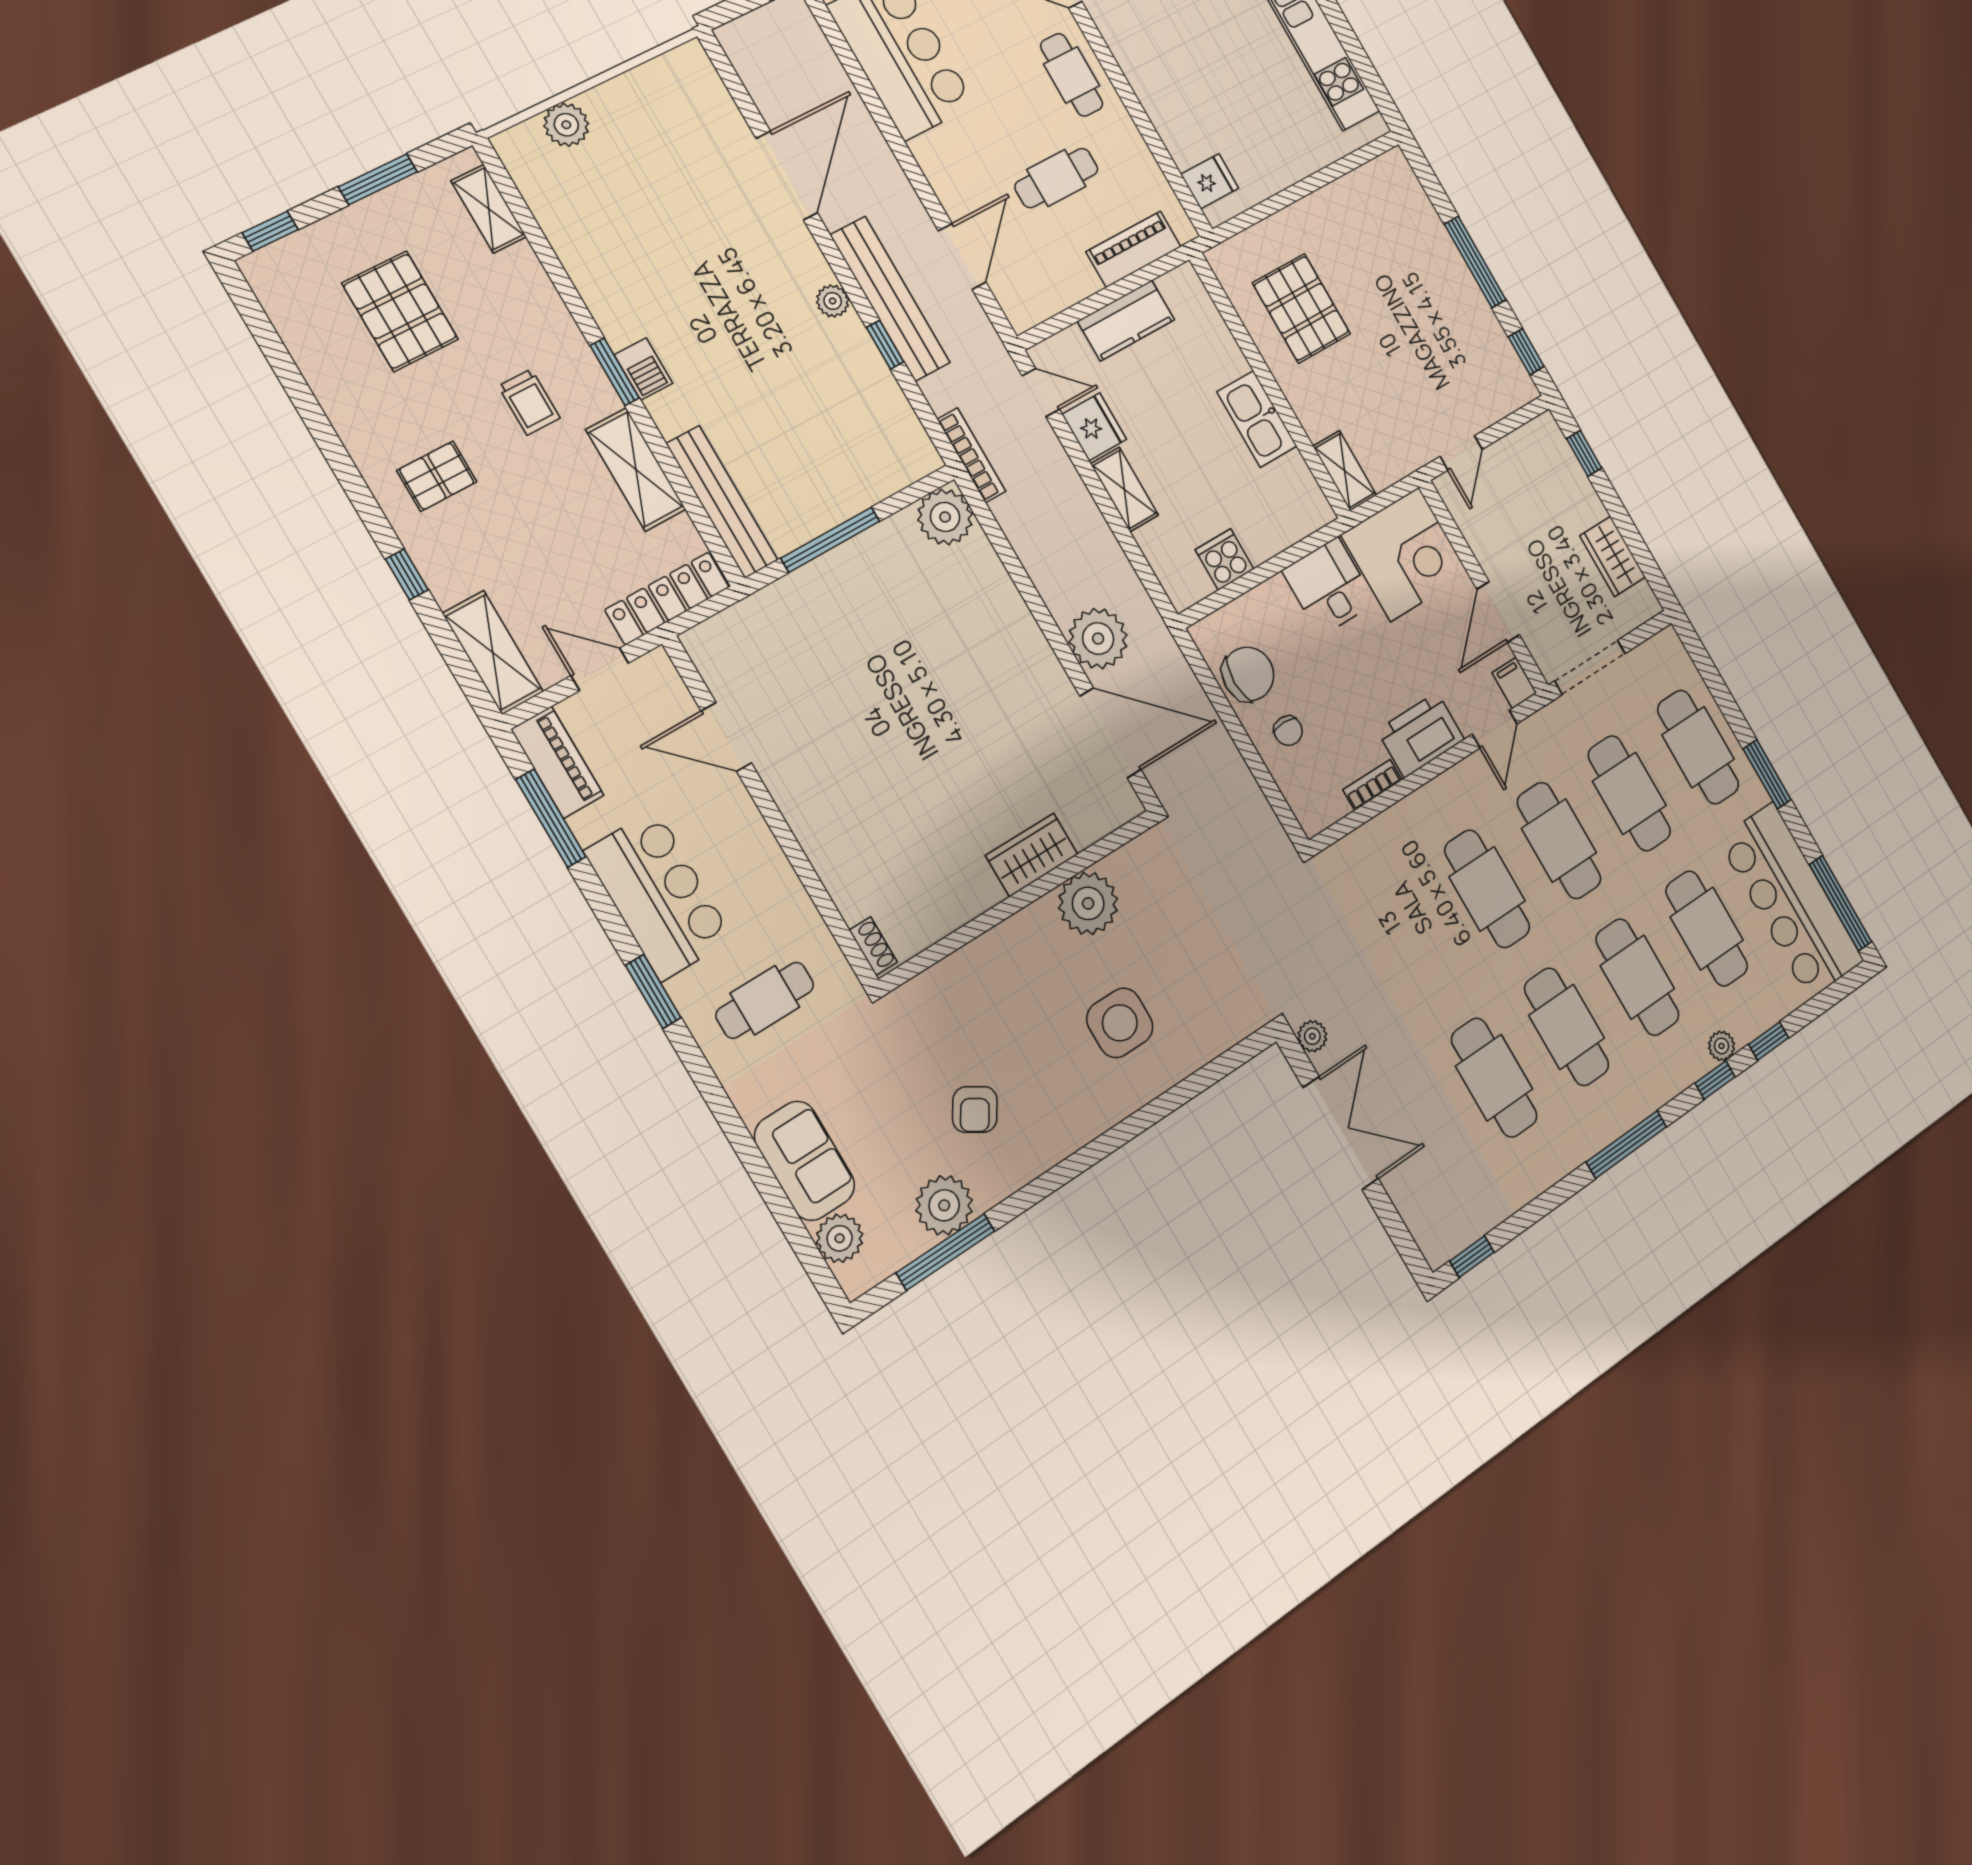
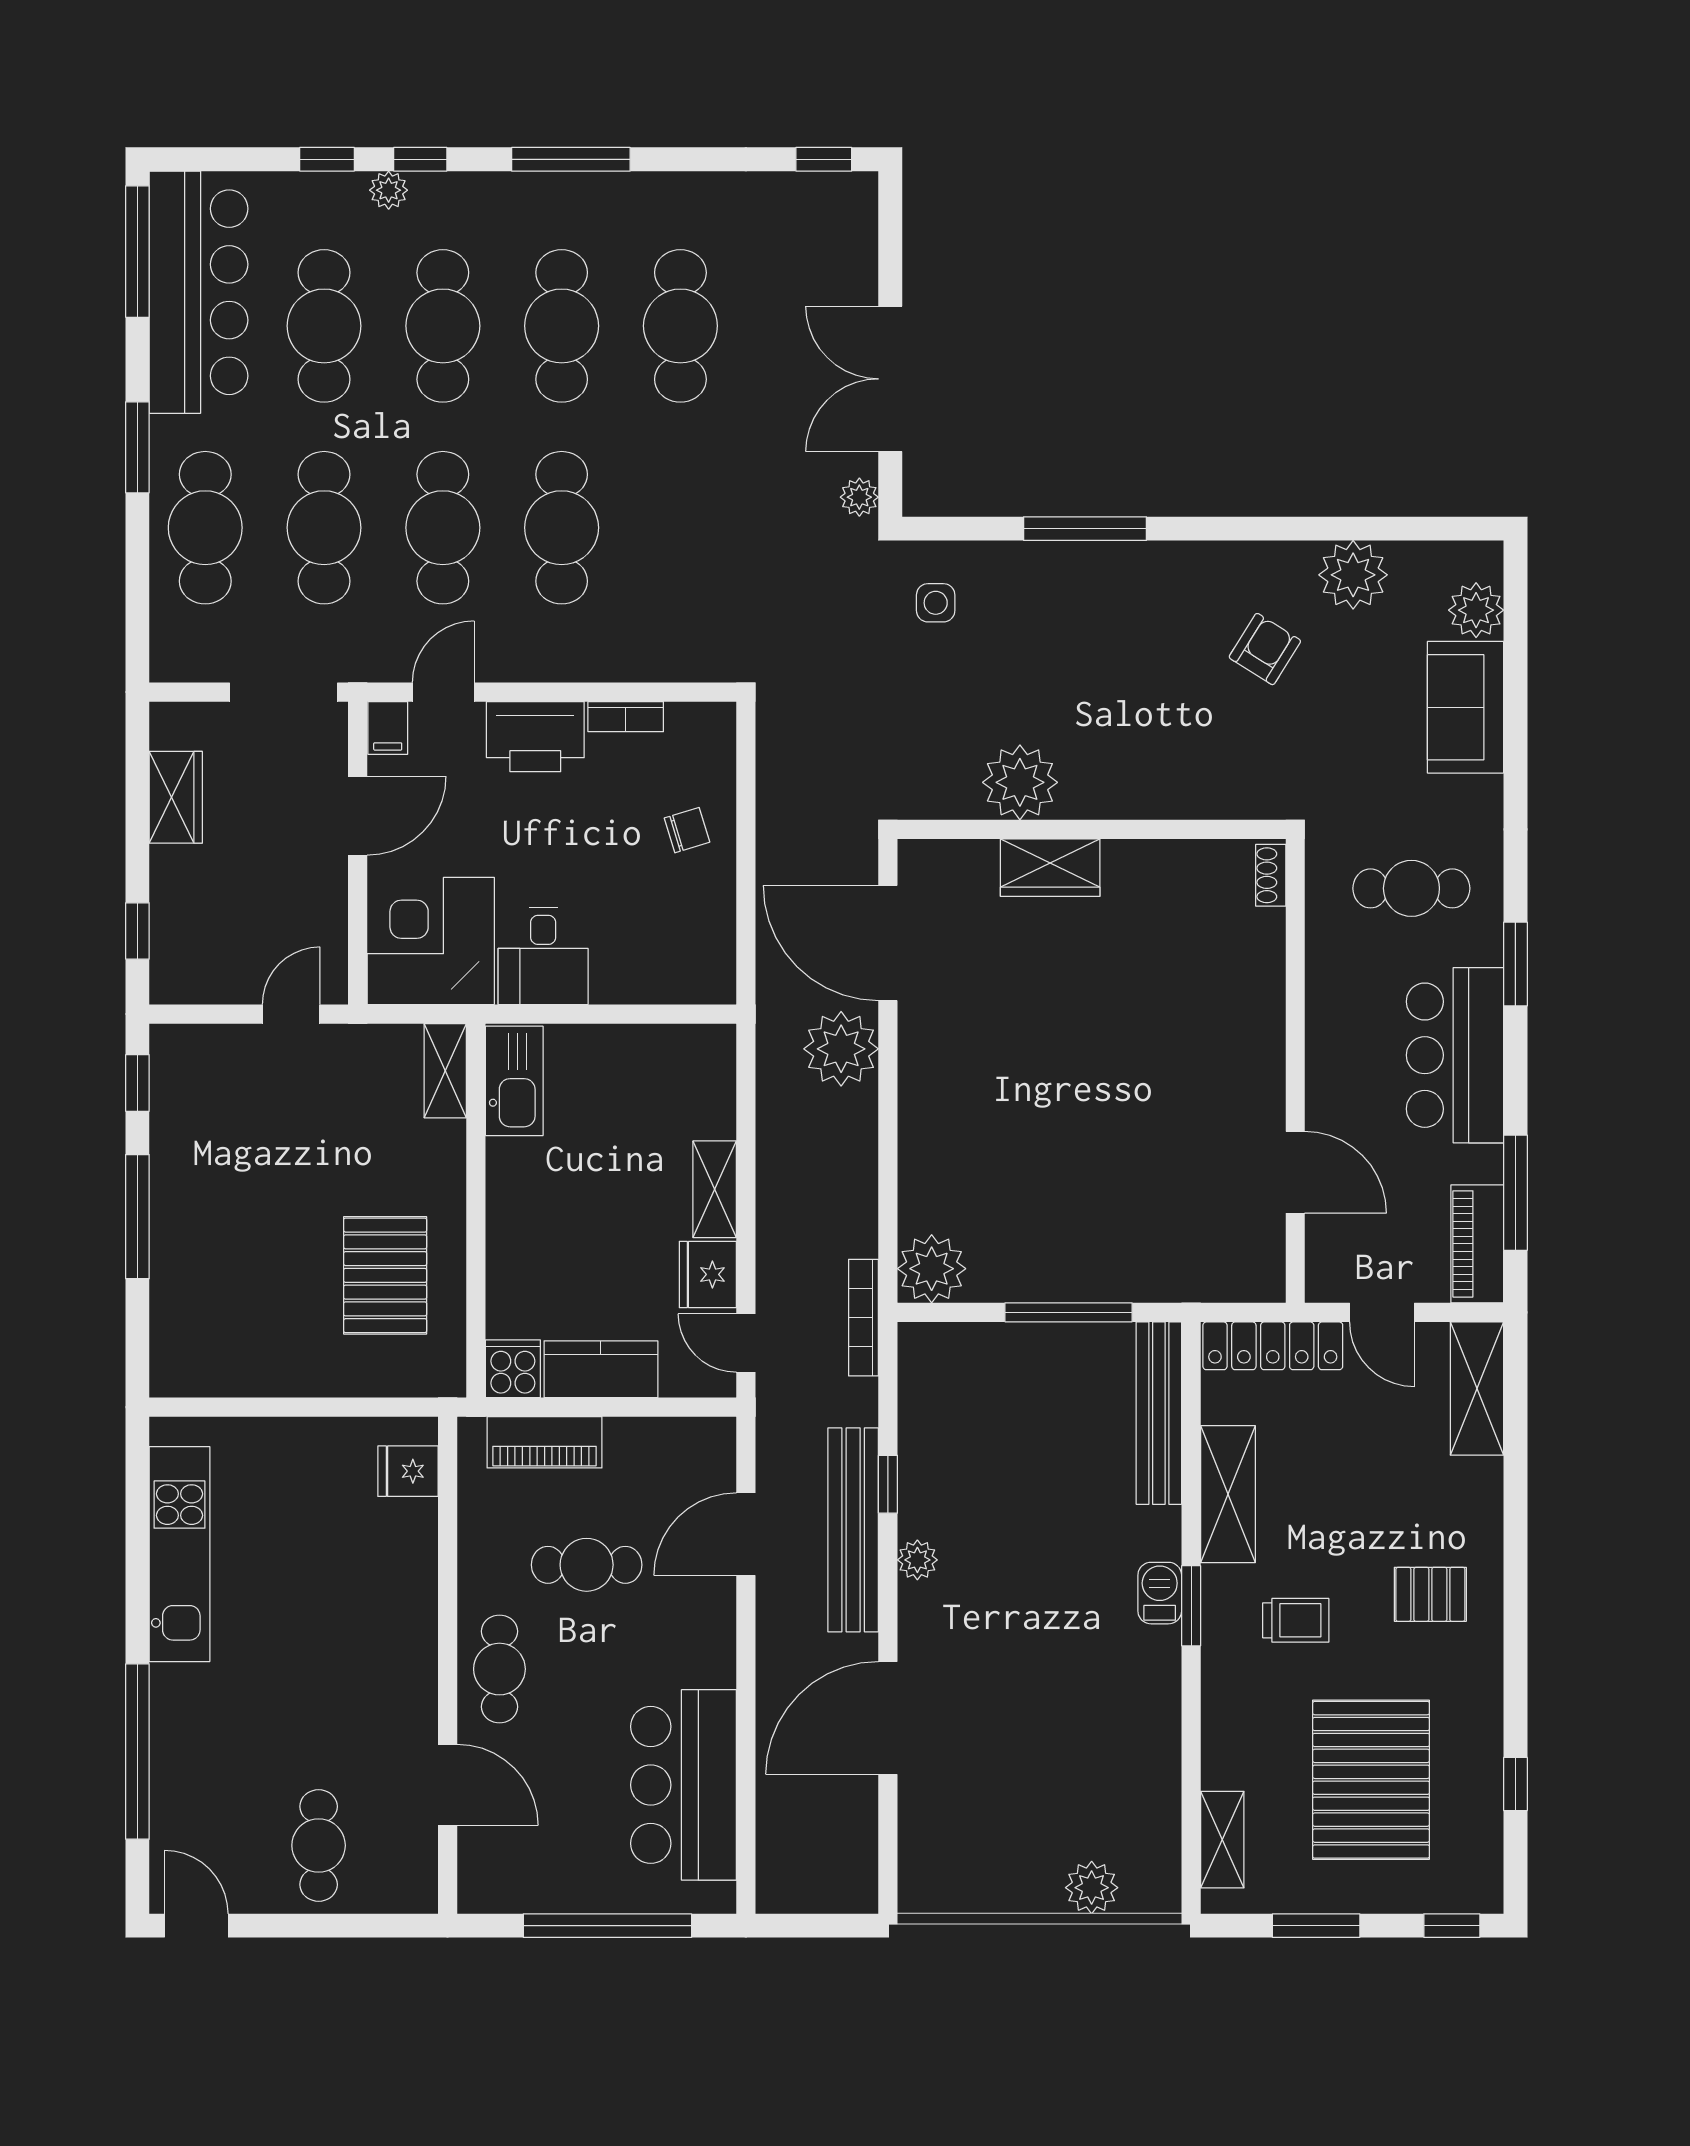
pallet: (400, 311) -> (1371, 1780), width x1.37, depth x1.41
trolley: (529, 402) -> (1296, 1620), turned 90
kitchen sink: (1257, 419) -> (514, 1081), moved
cooker: (1224, 559) -> (513, 1369), moved, turned 180
window: (407, 574) -> (1515, 1784), moved
chair: (1248, 674) -> (695, 916), removed
chair: (1288, 731) -> (687, 830), turned 73
side table: (1120, 1023) -> (936, 603), moved, width x0.54, depth x0.54
window: (946, 1252) -> (1085, 529), moved

